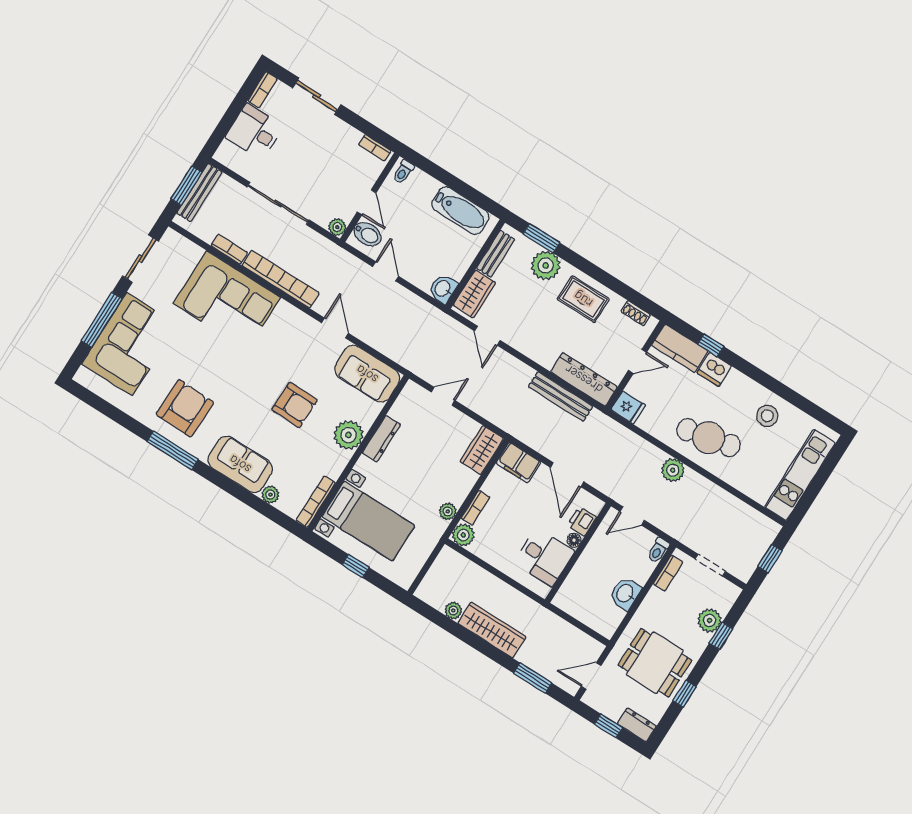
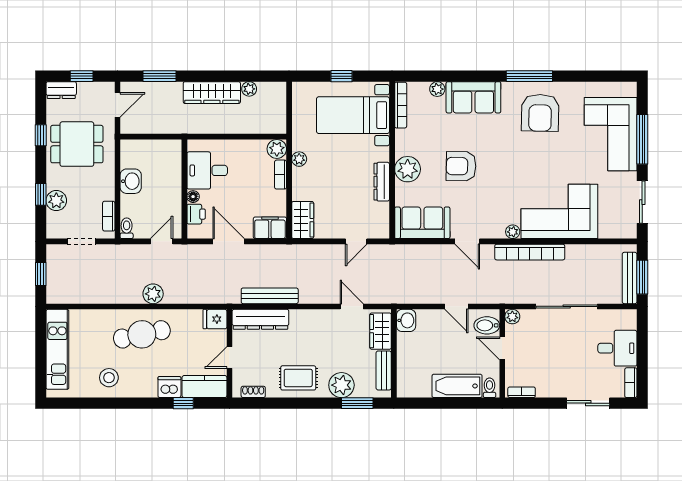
bathtub: (460, 211) -> (457, 386), moved
bookcase: (229, 249) -> (581, 250), removed
plant: (285, 309) -> (513, 232), added

